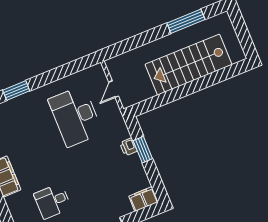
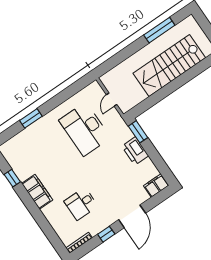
printer: (128, 147) -> (135, 151), width x1.87, depth x1.48
window: (143, 150) -> (138, 132), moved

